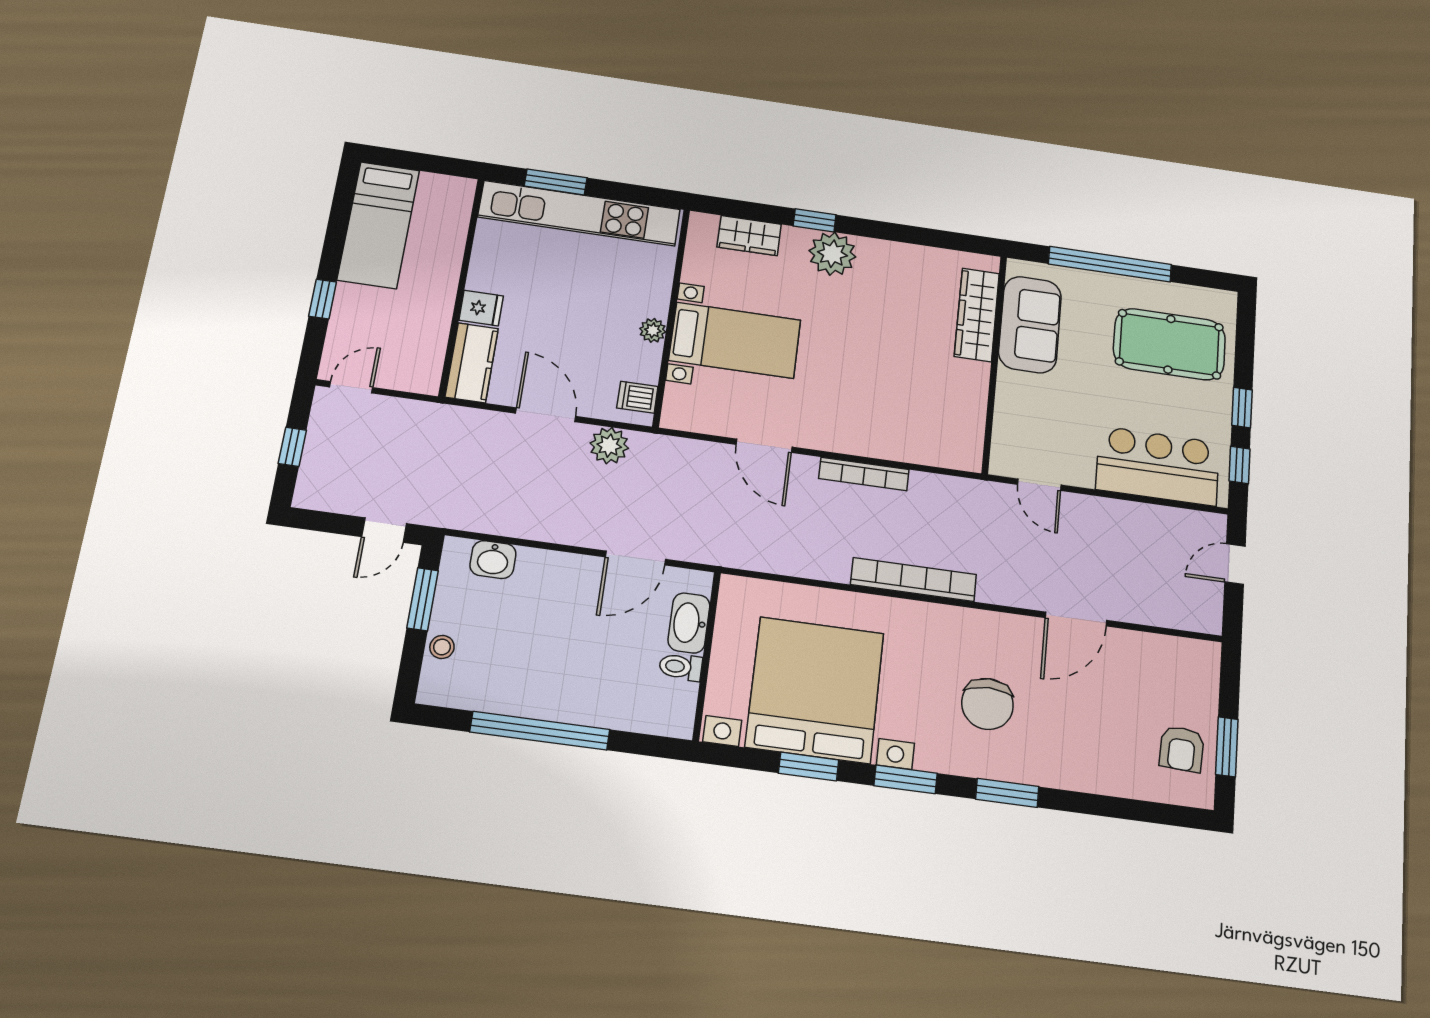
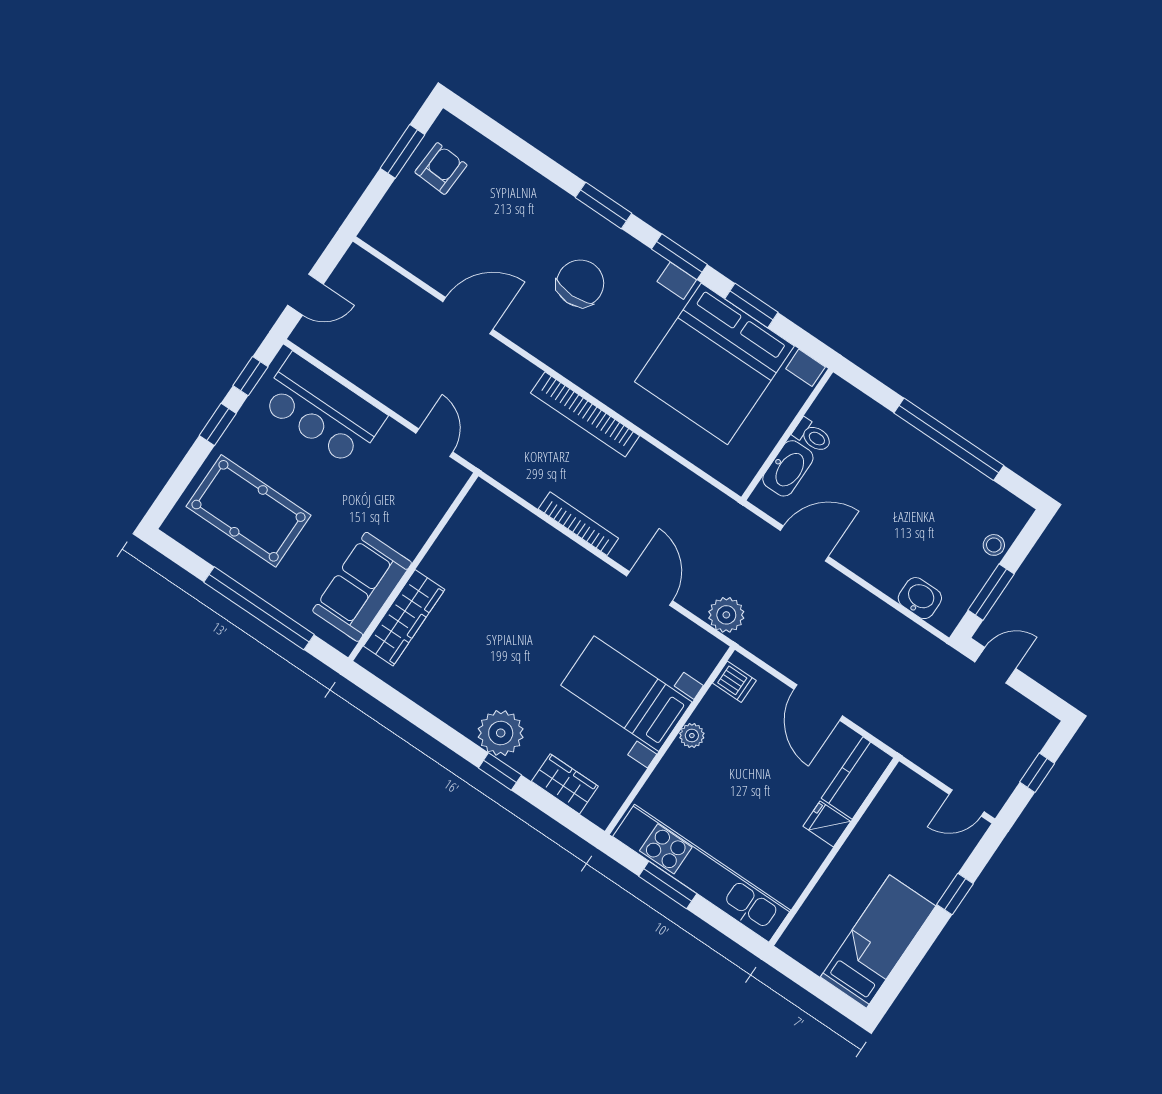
window: (556, 182) -> (668, 885), moved
plant: (609, 446) -> (726, 615), moved

